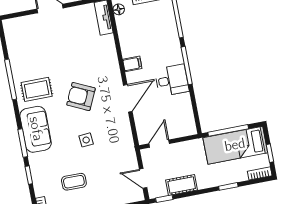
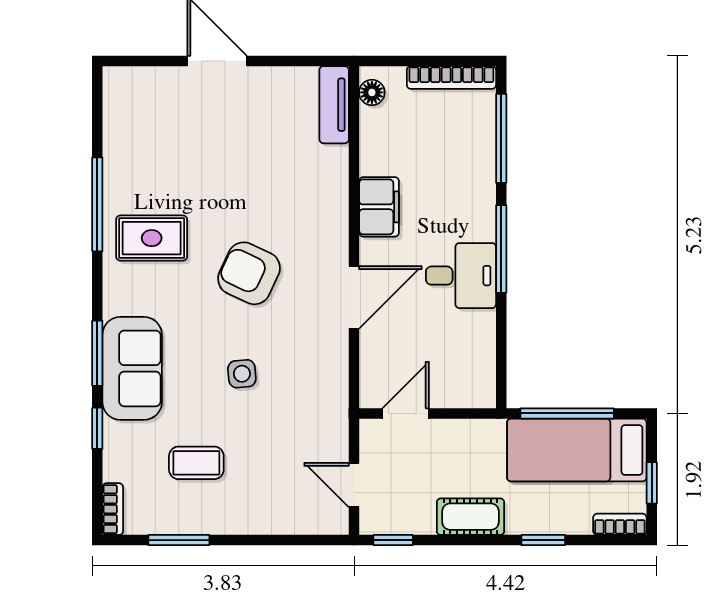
filing cabinet: (132, 64) -> (379, 207), width x2.00
sofa: (36, 129) -> (132, 368), moved
cot: (182, 185) -> (470, 517), moved

